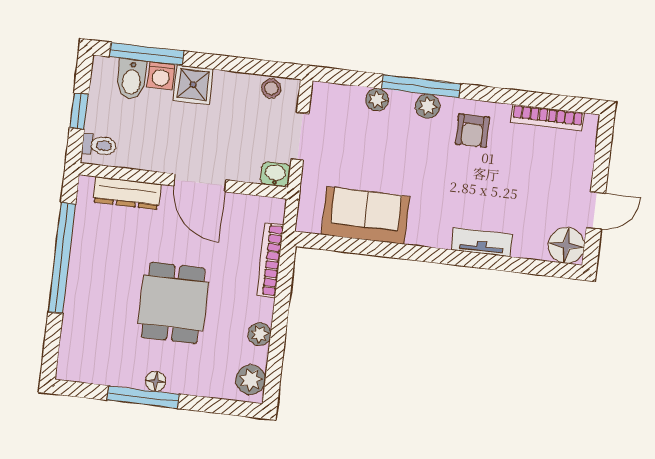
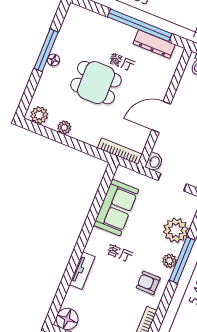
plant: (377, 100) -> (176, 230), width x1.88, depth x1.88
dresser: (127, 193) -> (154, 44), moved, turned -90
bookcase: (270, 260) -> (120, 151), moved

